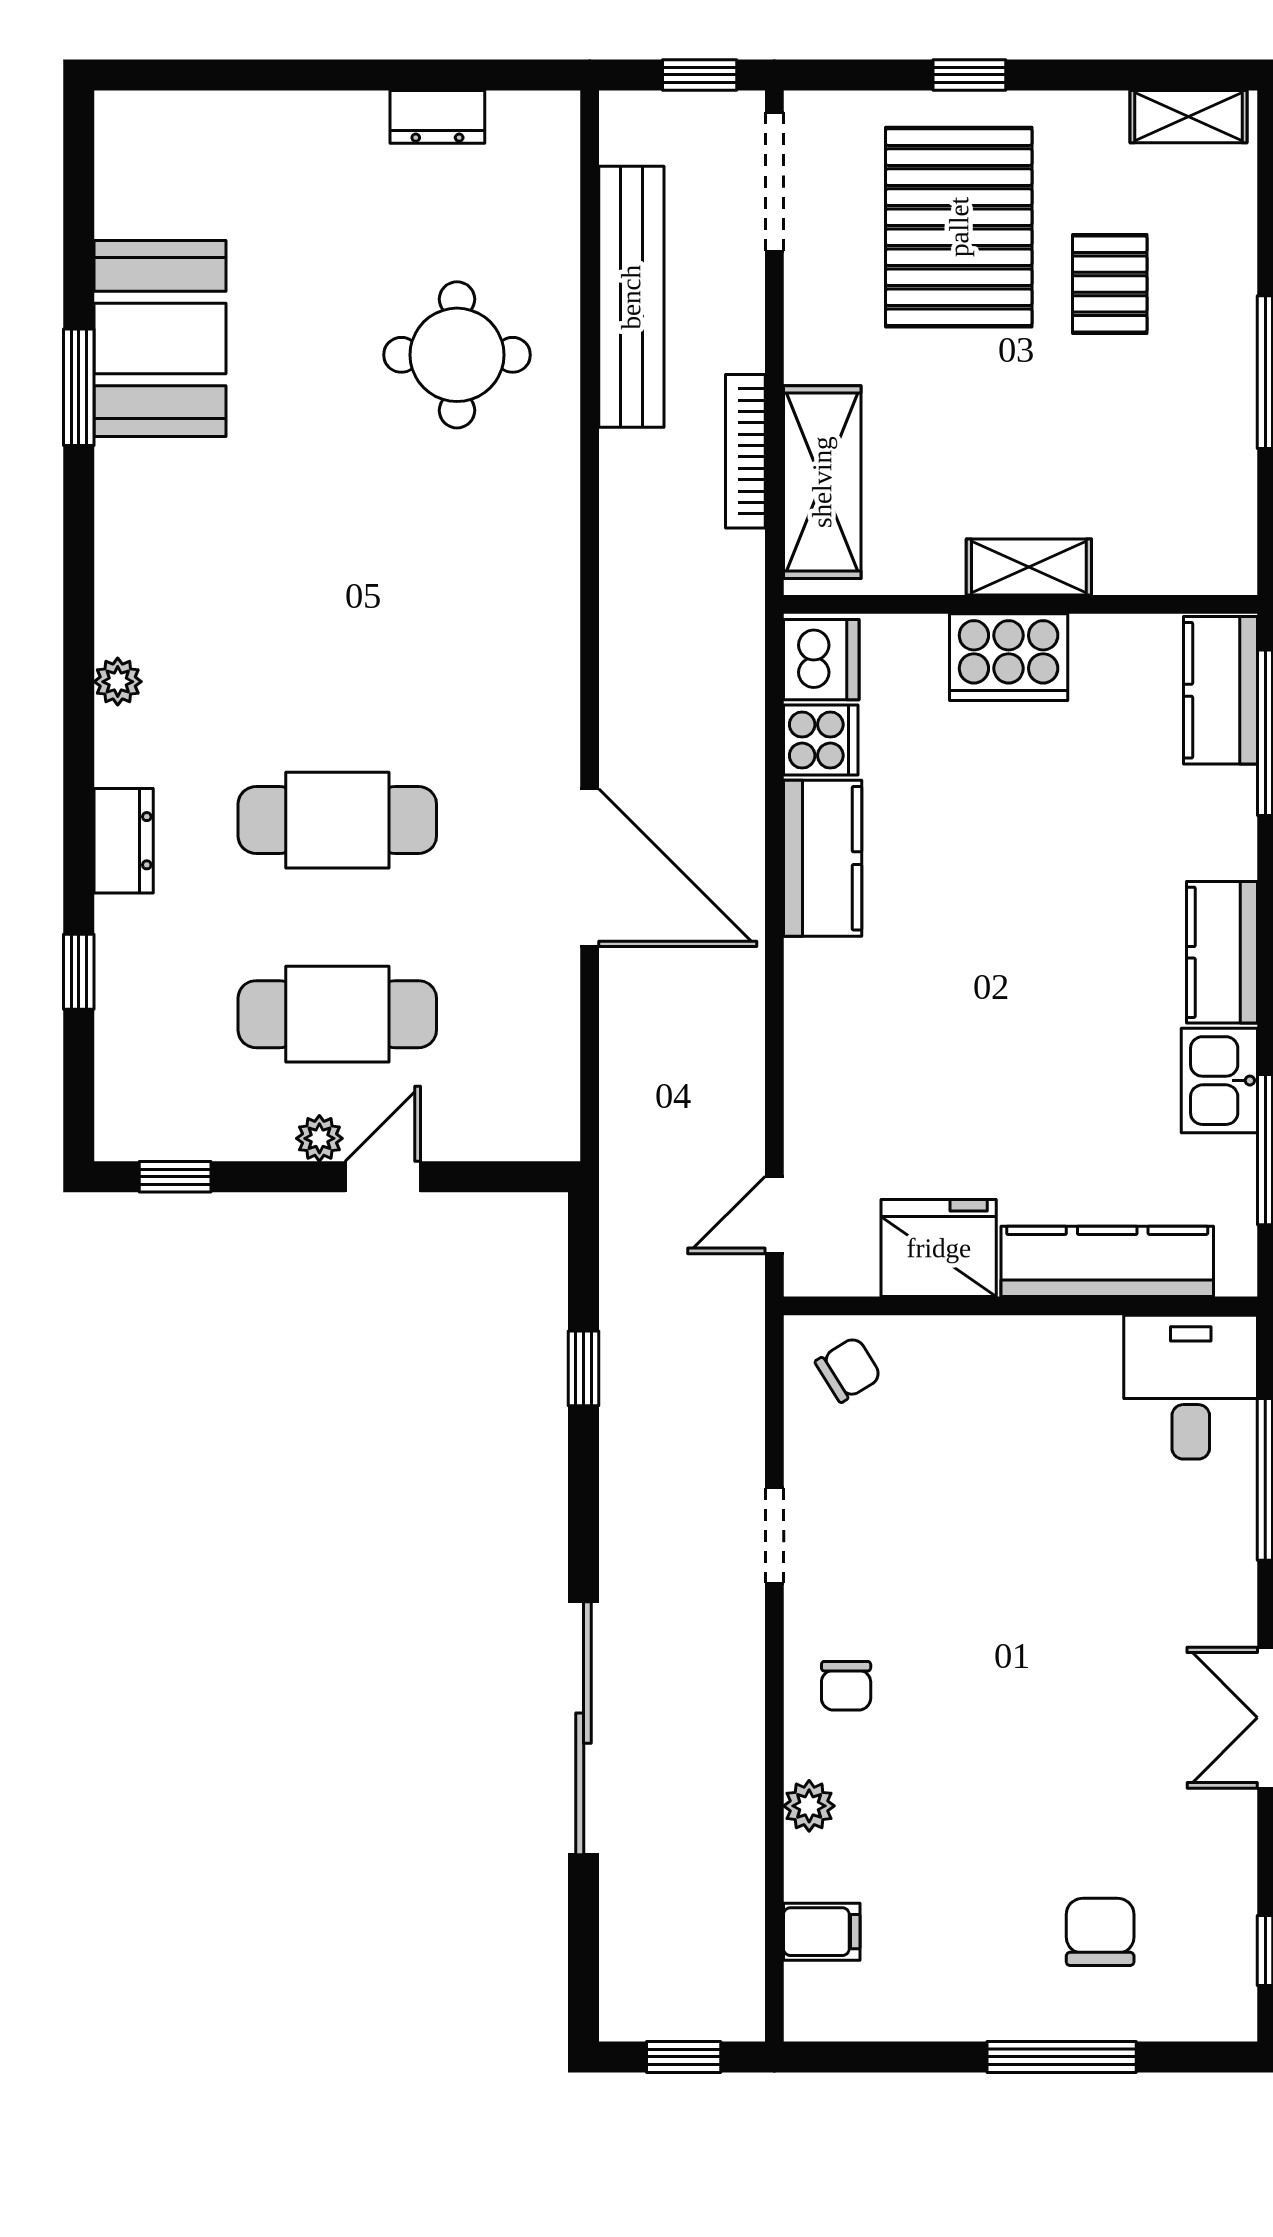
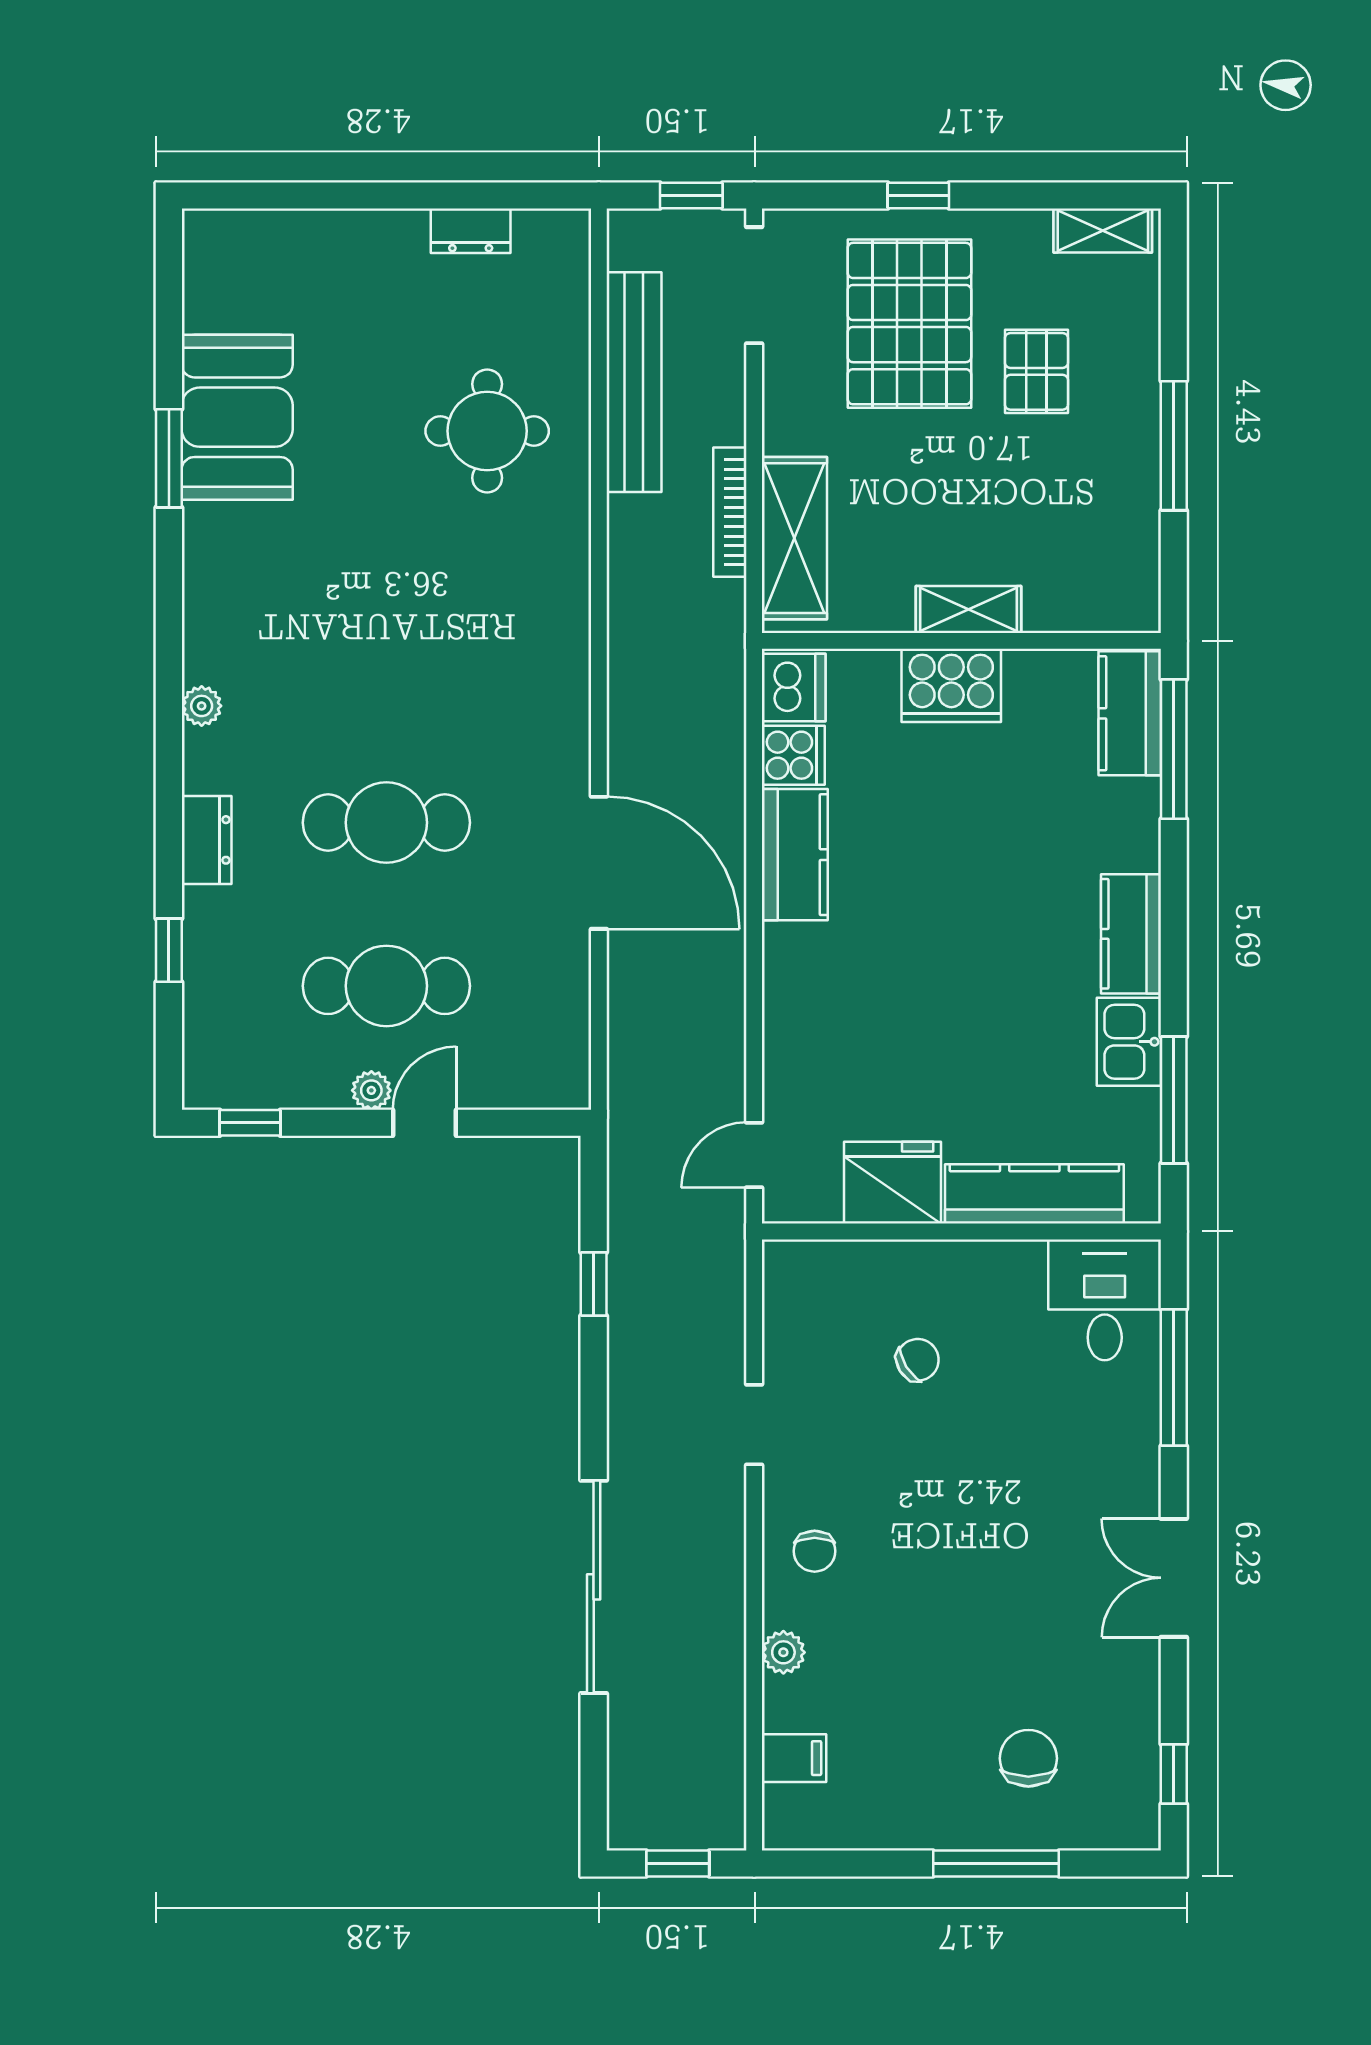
chair: (848, 1369) -> (918, 1360), moved

